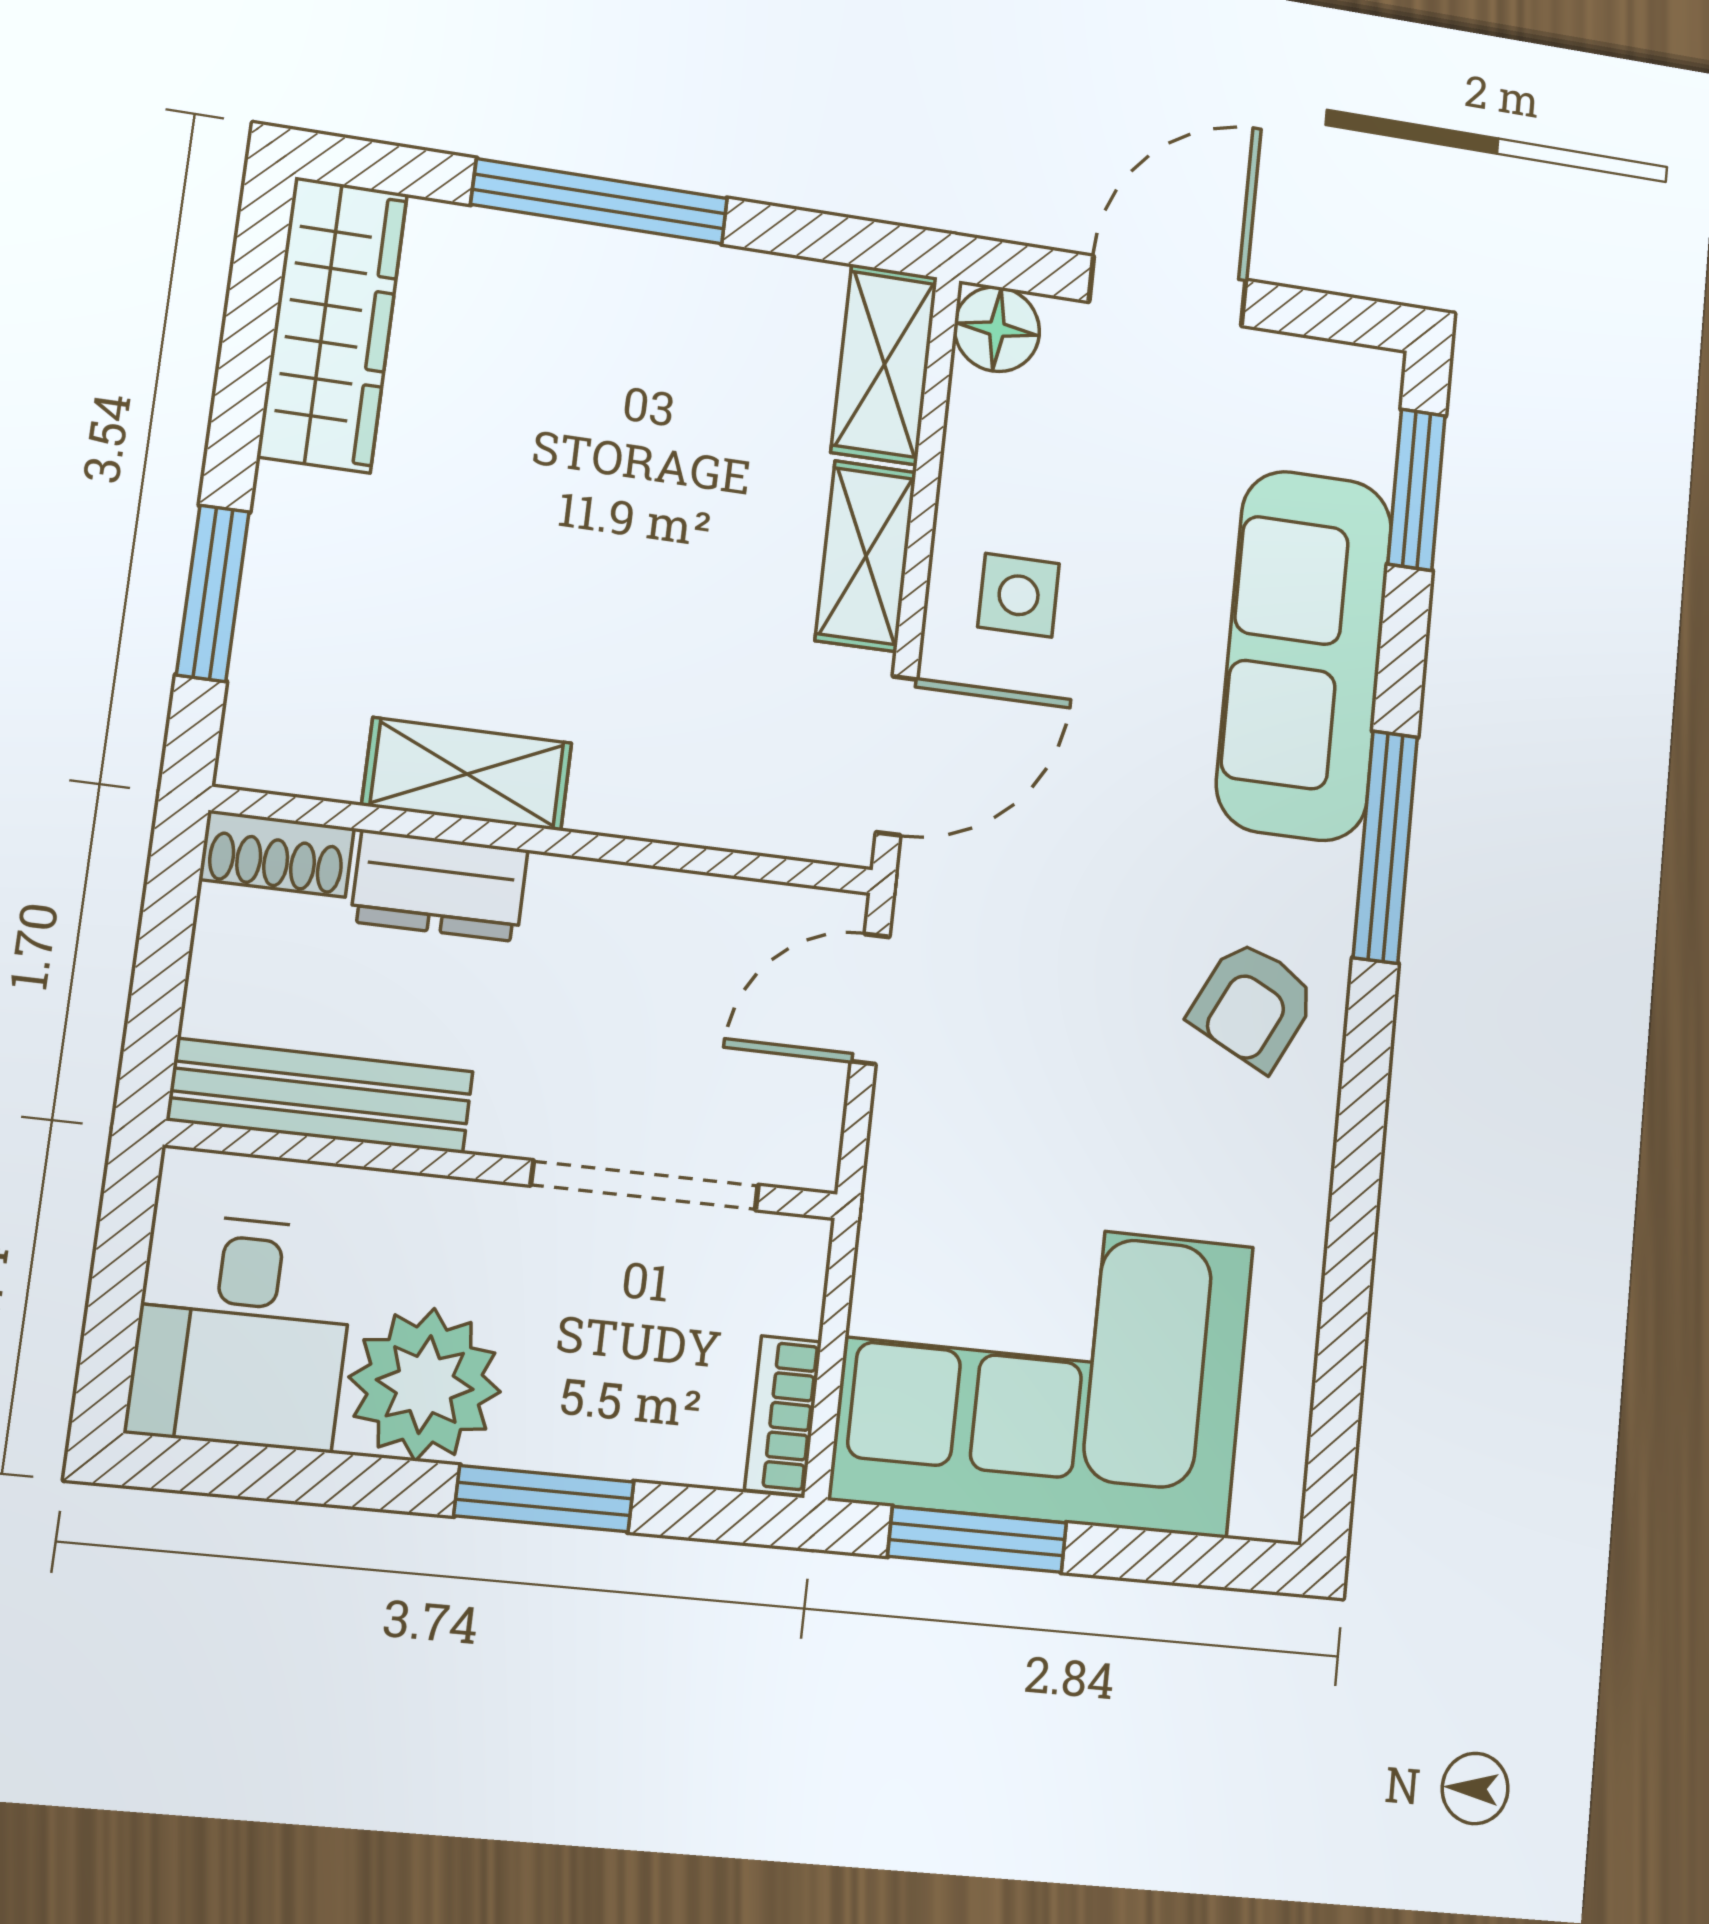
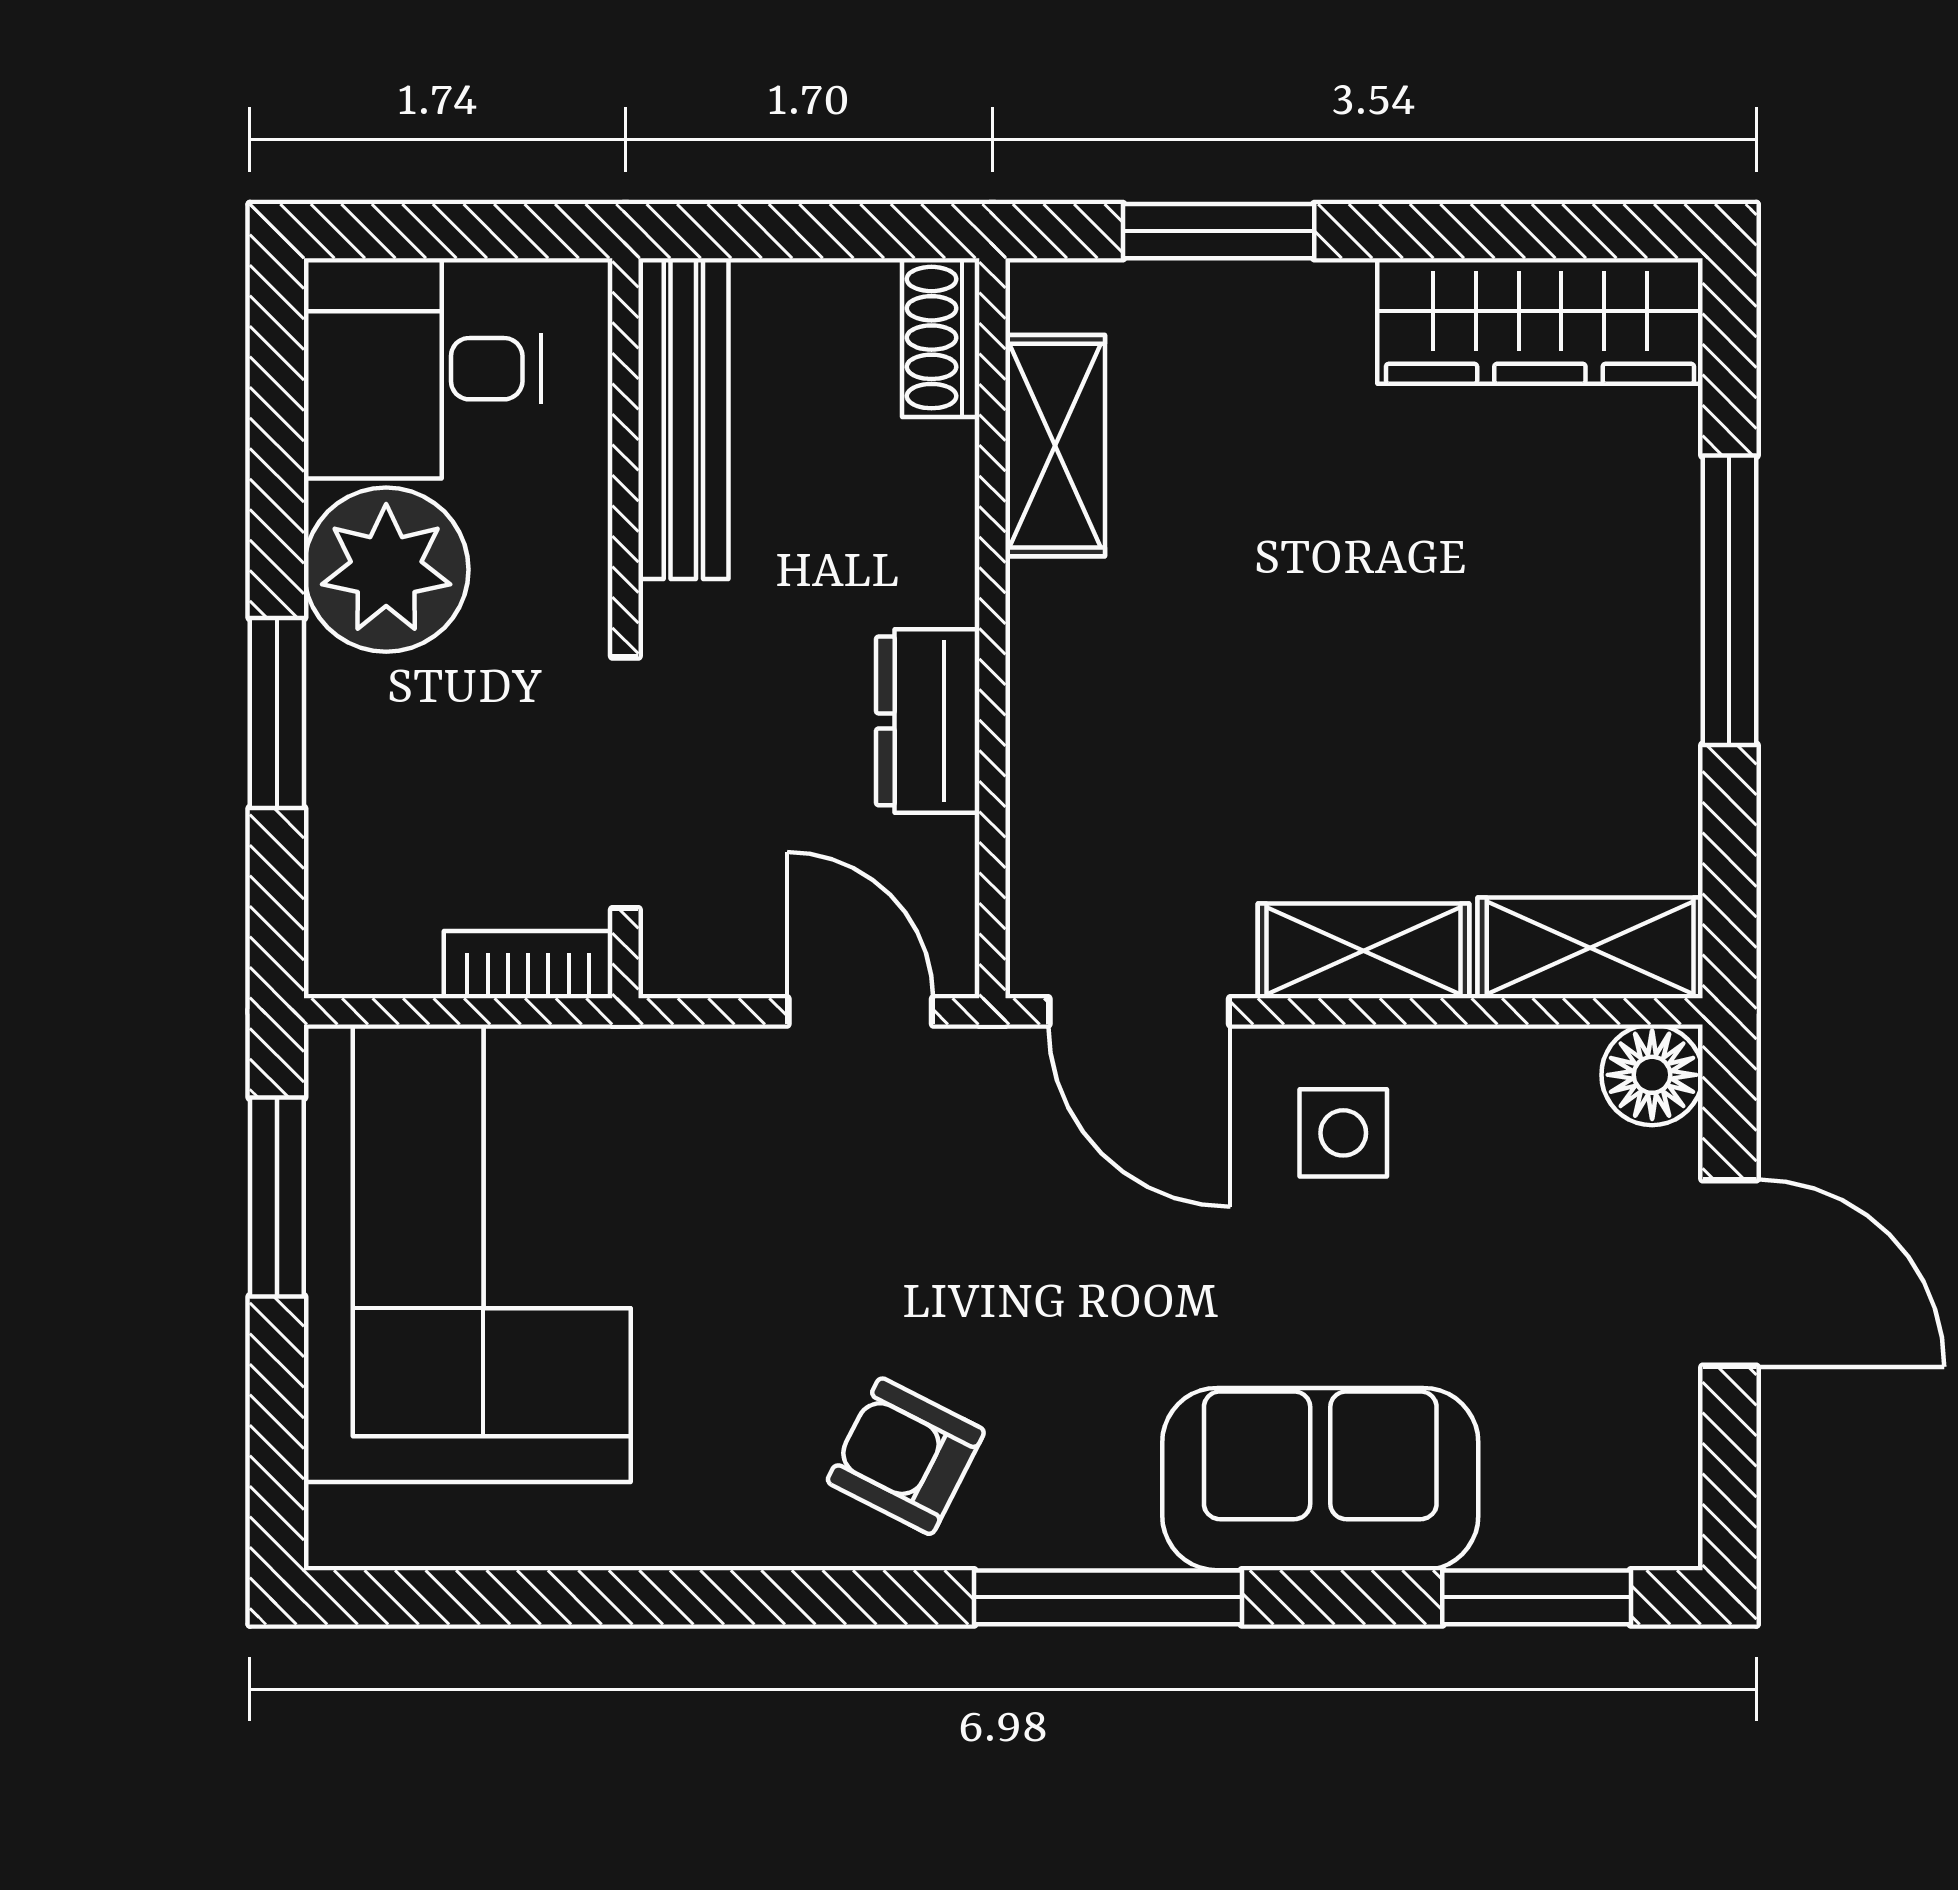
sofa: (1304, 655) -> (1320, 1479), width x0.73
shelving: (467, 774) -> (1055, 446), moved
dresser: (439, 886) -> (928, 721), moved
bookcase: (783, 1416) -> (528, 965), moved

